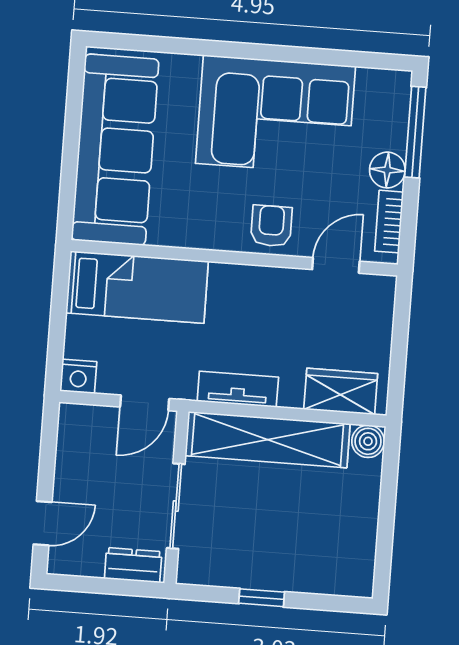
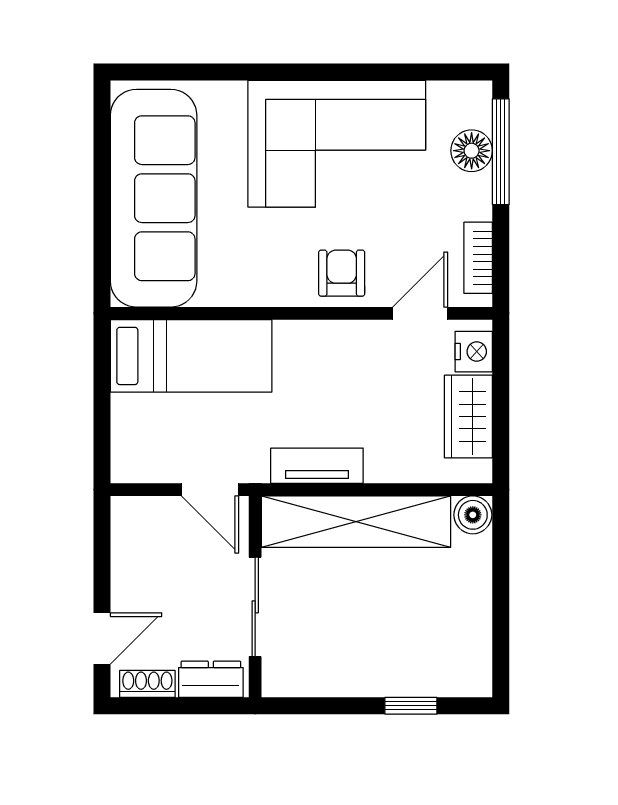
floor lamp: (387, 170) -> (472, 151), moved
nightstand: (78, 376) -> (474, 352), moved, turned -90
wardrobe: (341, 391) -> (468, 416), moved, turned -90
door: (145, 403) -> (210, 490), hinge flipped
shoe rack: (79, 565) -> (147, 684), added
window: (262, 598) -> (411, 706), moved

